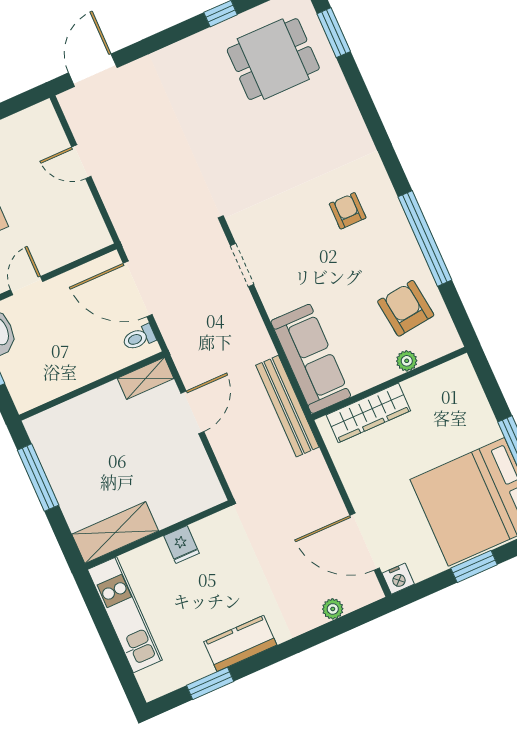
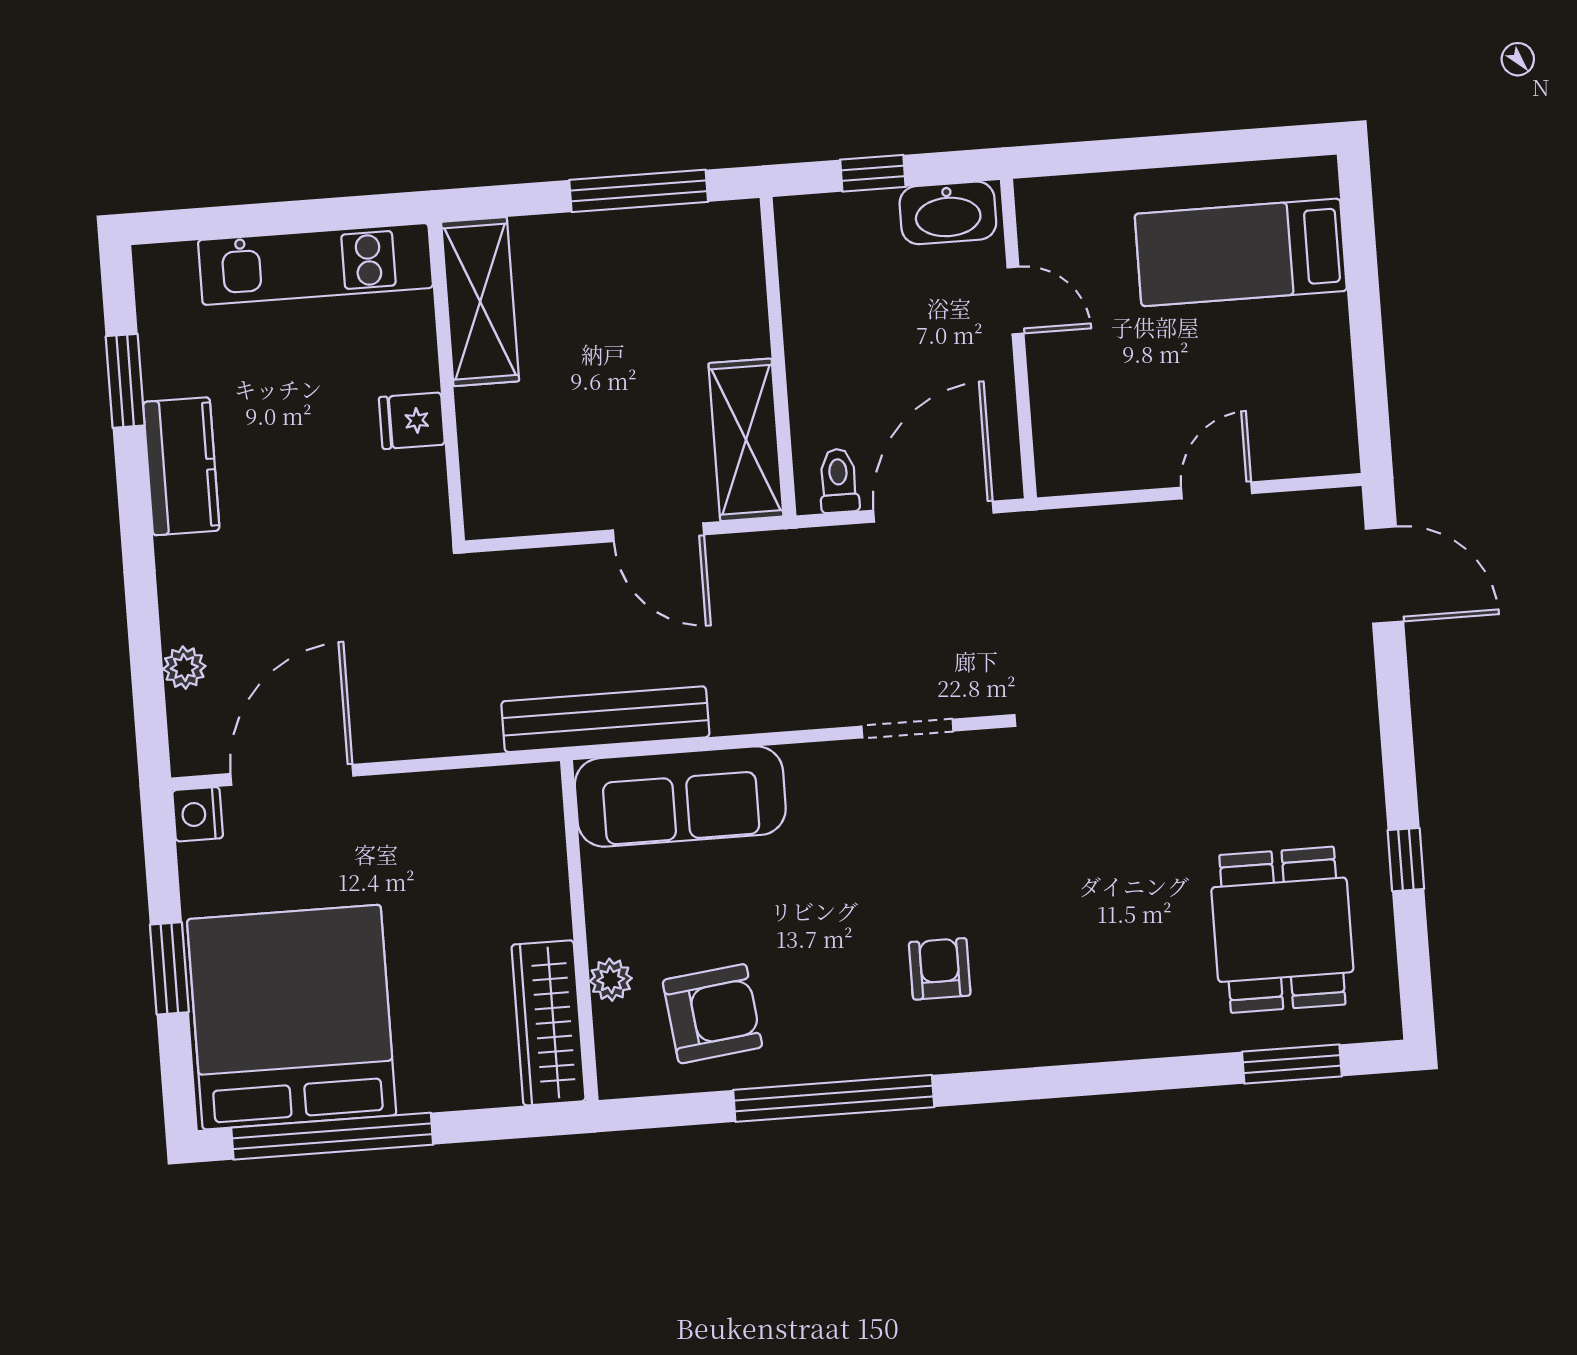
armchair: (348, 211) -> (940, 969), turned -90
shelving: (146, 378) -> (746, 440), width x1.50, depth x1.33
wardrobe: (368, 413) -> (548, 1023), moved

